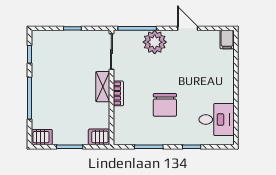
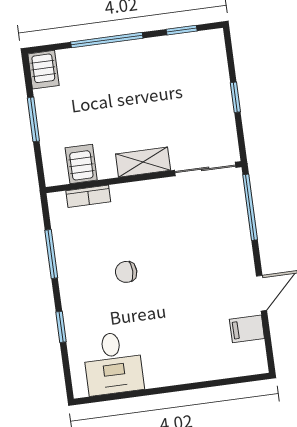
filing cabinet: (227, 40) -> (247, 329), moved
plant: (155, 42) -> (231, 240), removed
bookcase: (118, 93) -> (88, 196), moved
chair: (165, 105) -> (126, 272), width x0.54, depth x0.54
server rack: (99, 137) -> (81, 164), moved

